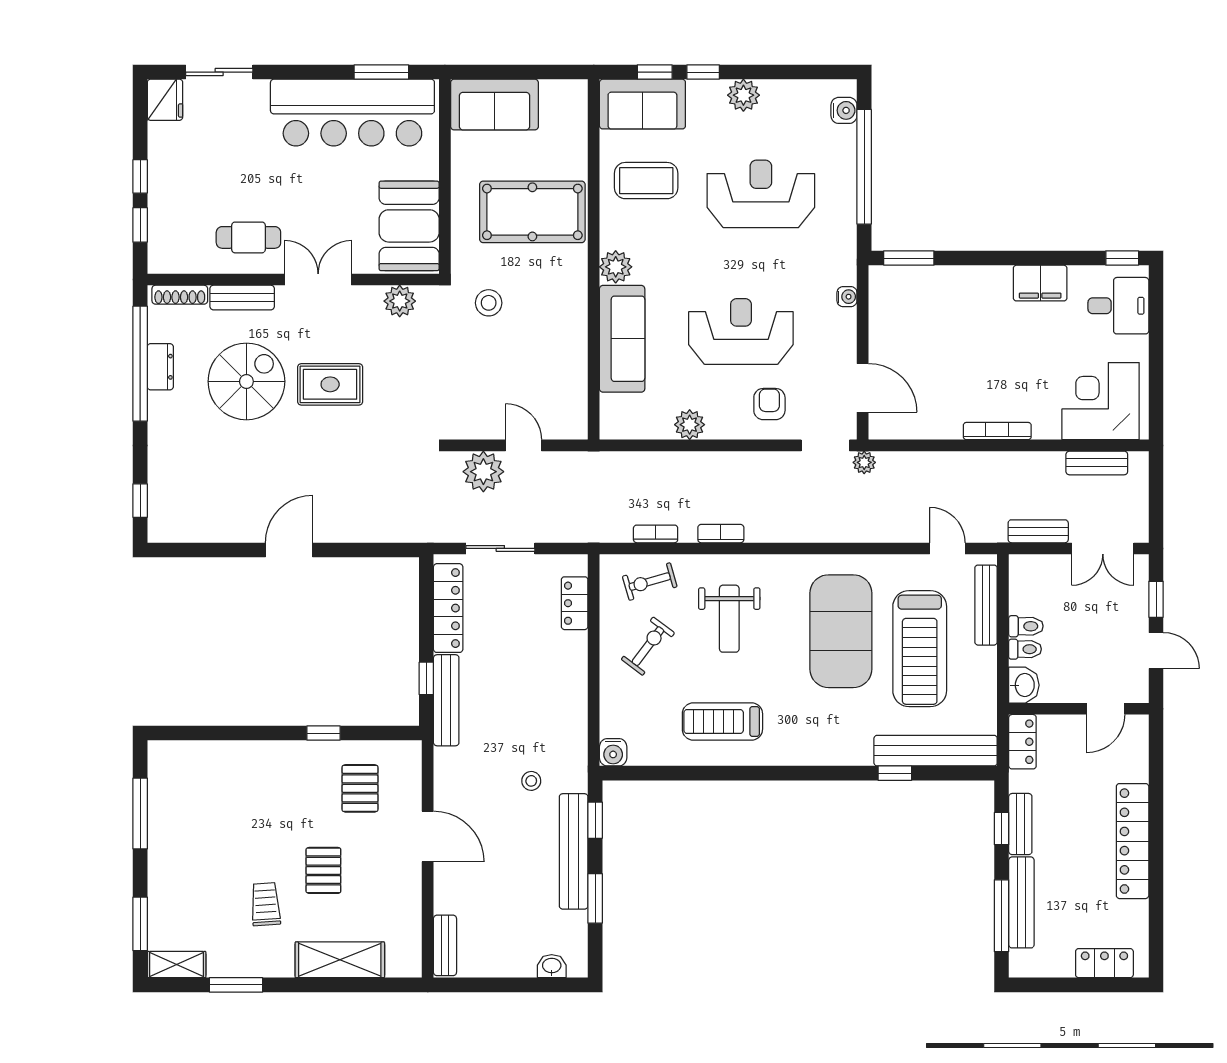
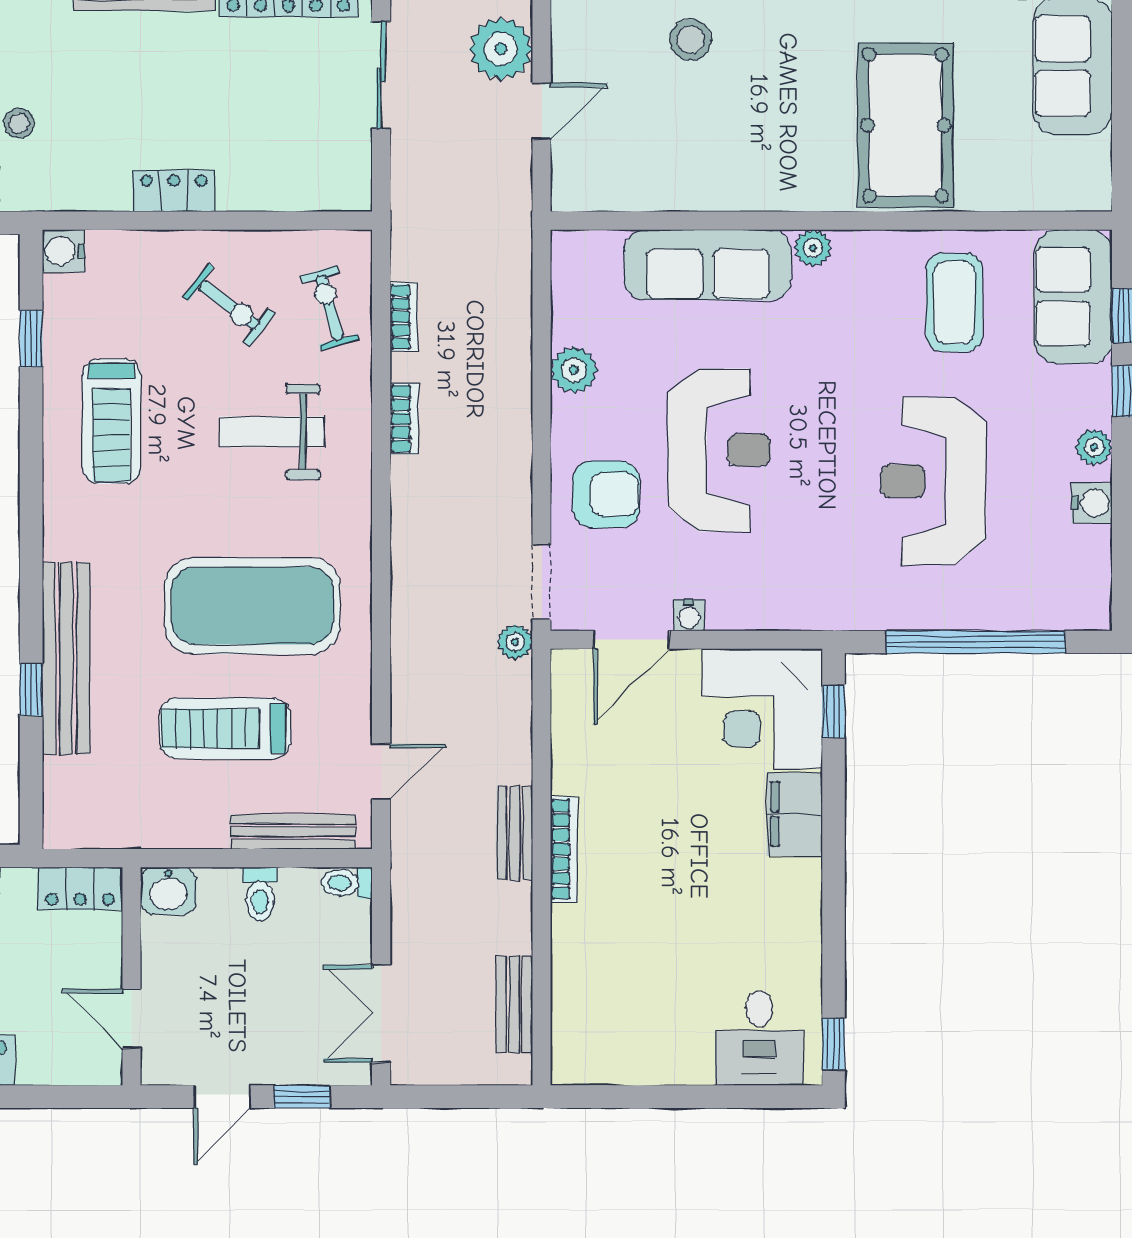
plant: (743, 95) -> (1094, 447), width x0.73, depth x0.73
water cooler: (844, 110) -> (1092, 503), moved, turned -90
reception desk: (761, 194) -> (933, 481), turned 180
window: (909, 258) -> (834, 711), width x0.67
plant: (616, 267) -> (813, 248), width x0.73, depth x0.73
filing cabinet: (1040, 283) -> (795, 814), moved
water cooler: (847, 297) -> (689, 615), moved
stool: (489, 303) -> (690, 40), moved
corner desk: (1101, 401) -> (762, 709), moved, turned 180
armchair: (769, 404) -> (606, 494), width x1.38, depth x1.38
bench: (1038, 531) -> (515, 833), moved
locker: (575, 603) -> (174, 191), moved
treadmill: (920, 649) -> (225, 729), width x0.73, depth x0.73
toilet: (1025, 649) -> (347, 883), moved, turned 90
treadmill: (722, 721) -> (112, 421), turned 180
bench: (936, 751) -> (66, 658), moved
window: (670, 773) -> (31, 339), added

